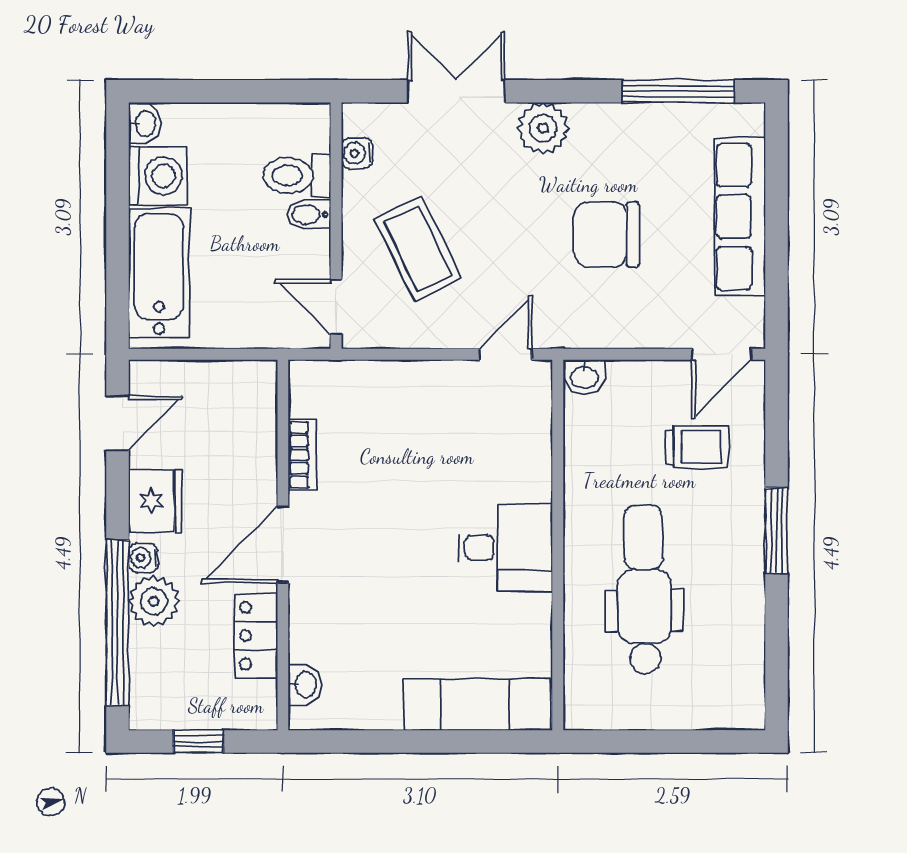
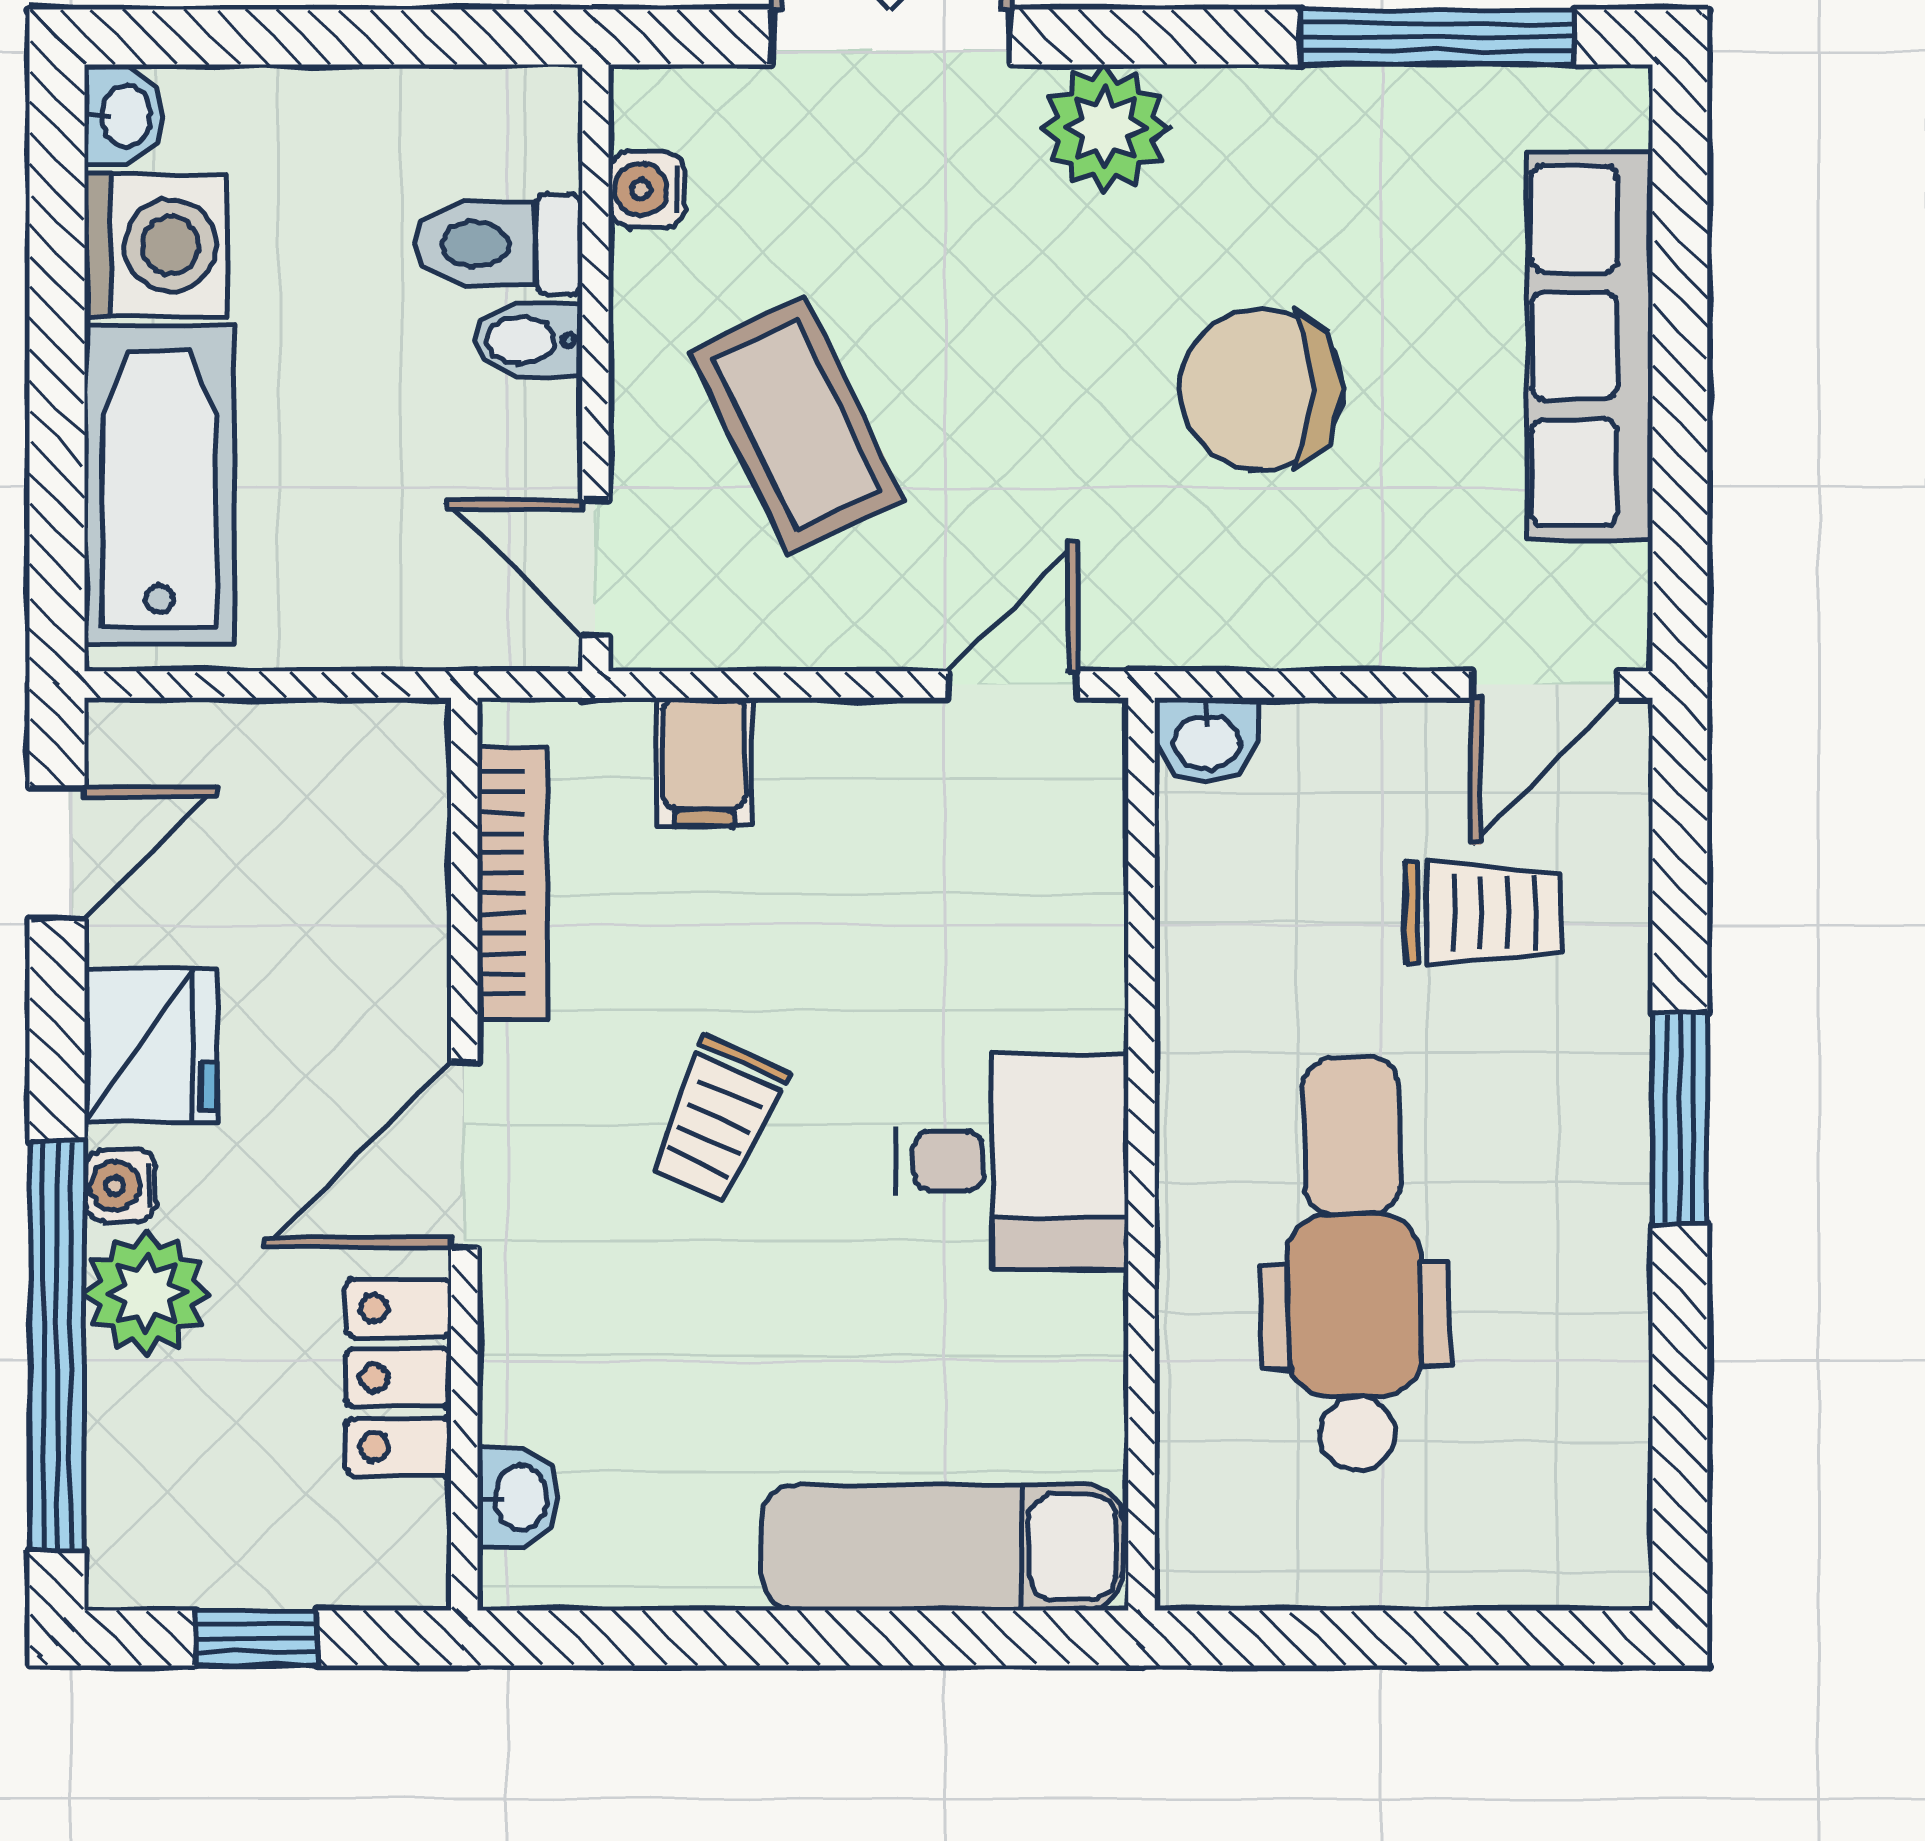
filing cabinet: (380, 386) -> (704, 762), added
bookcase: (302, 455) -> (512, 883), width x1.56
trolley: (386, 531) -> (718, 1120), added

